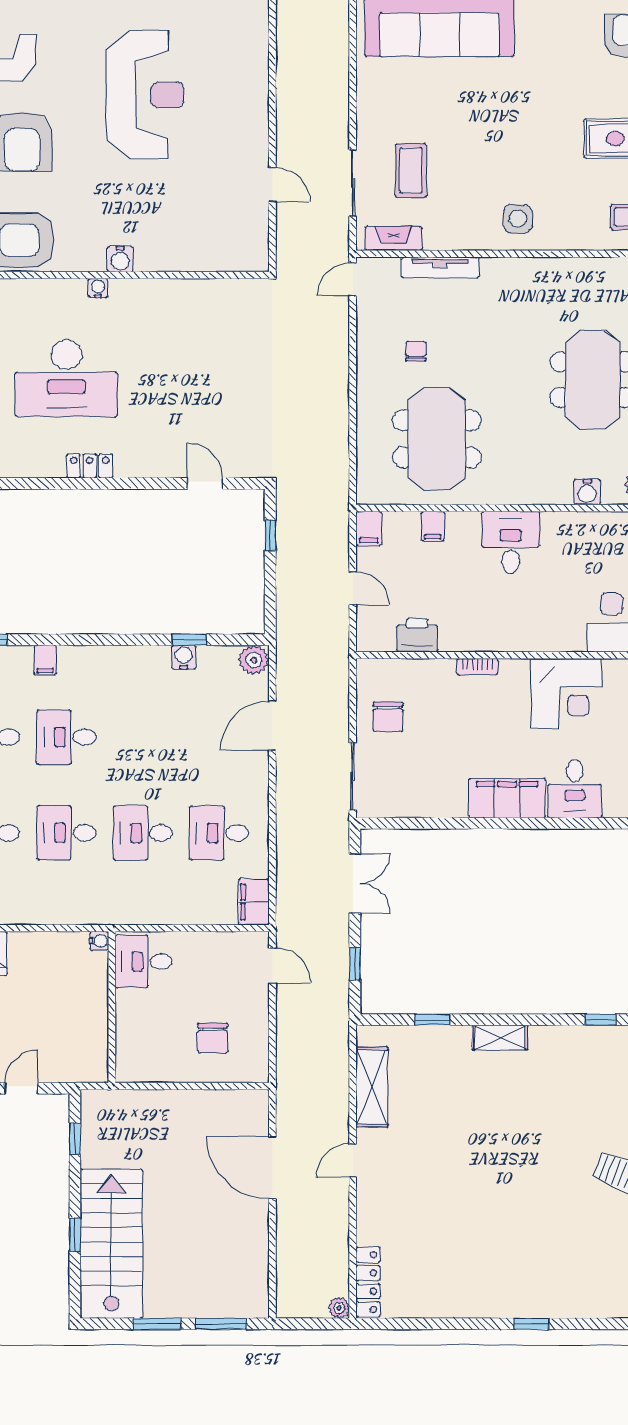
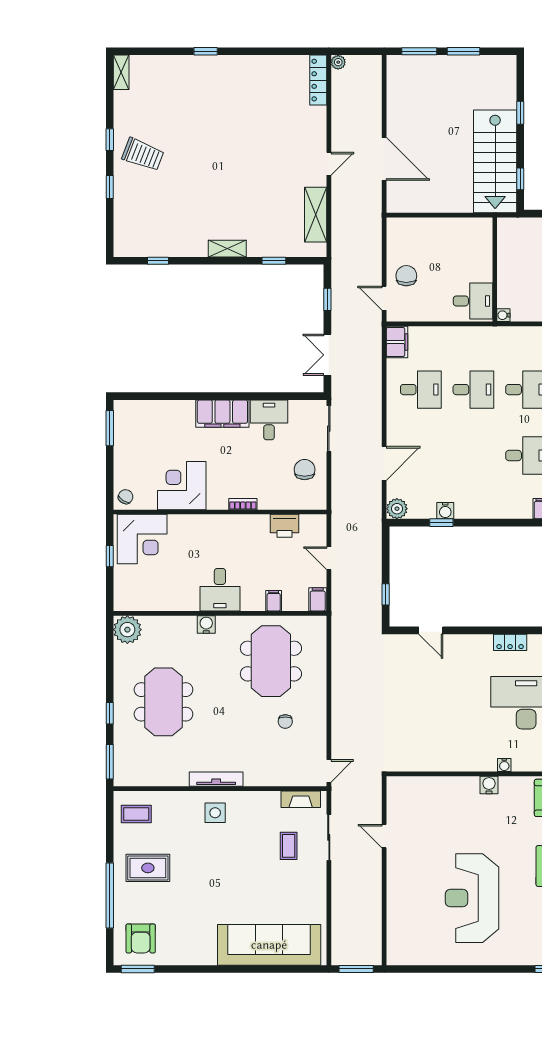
coffee table: (411, 171) -> (289, 846), width x0.73, depth x0.77
tv unit: (440, 268) -> (216, 779), moved
water cooler: (587, 492) -> (206, 625), moved
desk: (575, 789) -> (269, 420), moved
chair: (213, 1038) -> (406, 276), moved
stairs: (111, 1244) -> (495, 161), moved

